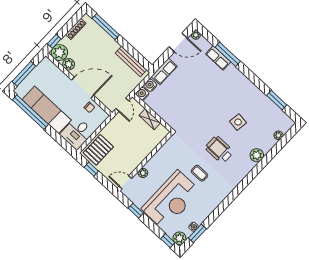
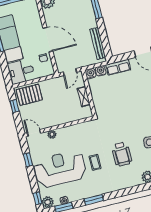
plant: (69, 64) -> (49, 15), removed
wheelchair: (219, 150) -> (122, 154), turned 180
reception desk: (171, 200) -> (60, 169), turned 180
window: (221, 208) -> (94, 200), added

